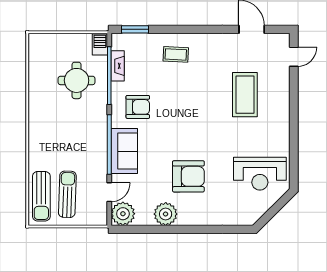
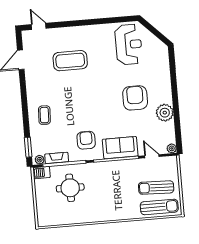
plant: (117, 43) -> (40, 160), added
plant: (123, 214) -> (172, 148), width x0.53, depth x0.53

